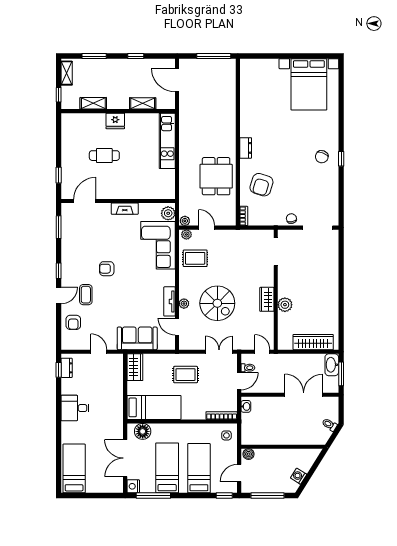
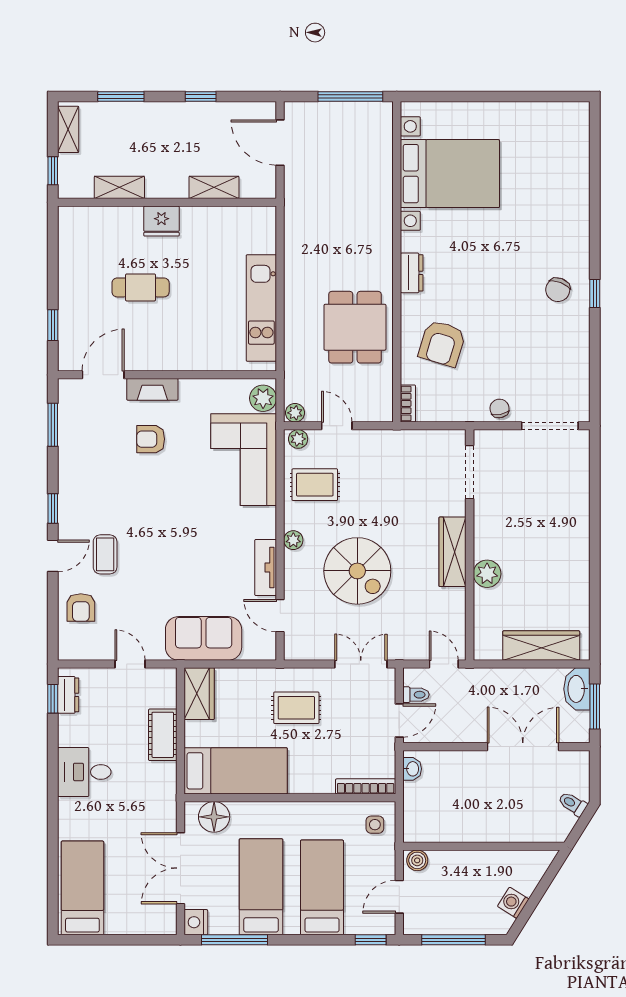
bed with nightstands: (309, 84) -> (450, 174), moved, turned -90
kitchen unit: (167, 141) -> (261, 308), moved
fireplace: (125, 209) -> (152, 389), moved
armchair: (107, 269) -> (151, 439), moved
wardrobe: (267, 299) -> (453, 552), width x1.50
plant: (184, 304) -> (293, 540), moved
cot: (116, 389) -> (163, 735), added

